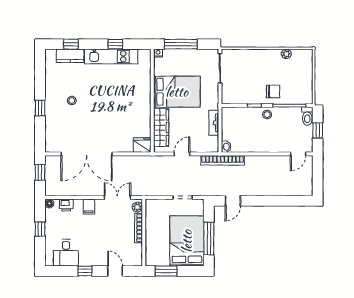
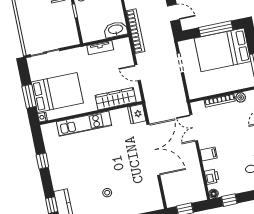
window: (181, 44) -> (29, 96), width x0.69
kitchen unit: (111, 56) -> (84, 124), moved, turned 90
bed: (177, 92) -> (57, 93), moved, turned 90
washbasin: (226, 147) -> (116, 30), width x1.91, depth x1.45
double door: (87, 154) -> (153, 150), moved
plant: (137, 207) -> (241, 97), moved
window: (40, 229) -> (229, 200), moved

